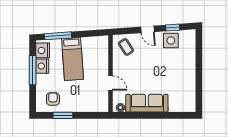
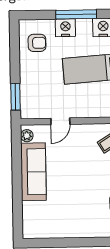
nightstand: (42, 66) -> (65, 28), moved
window: (63, 115) -> (16, 97), moved

